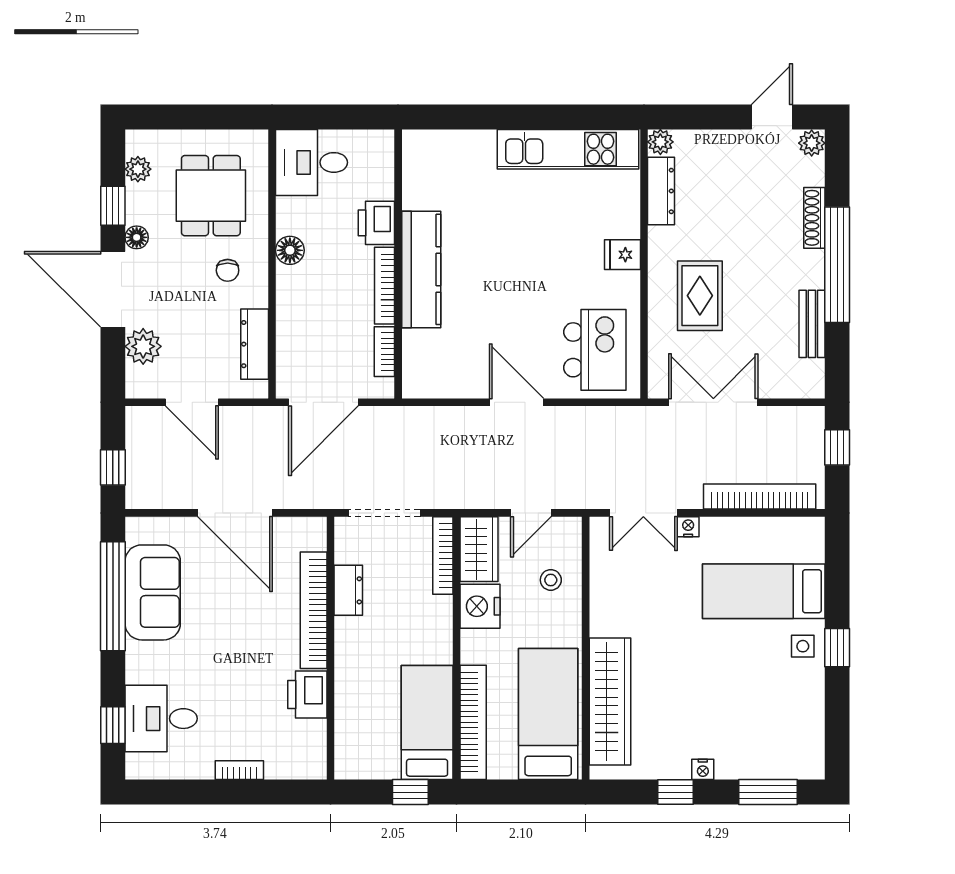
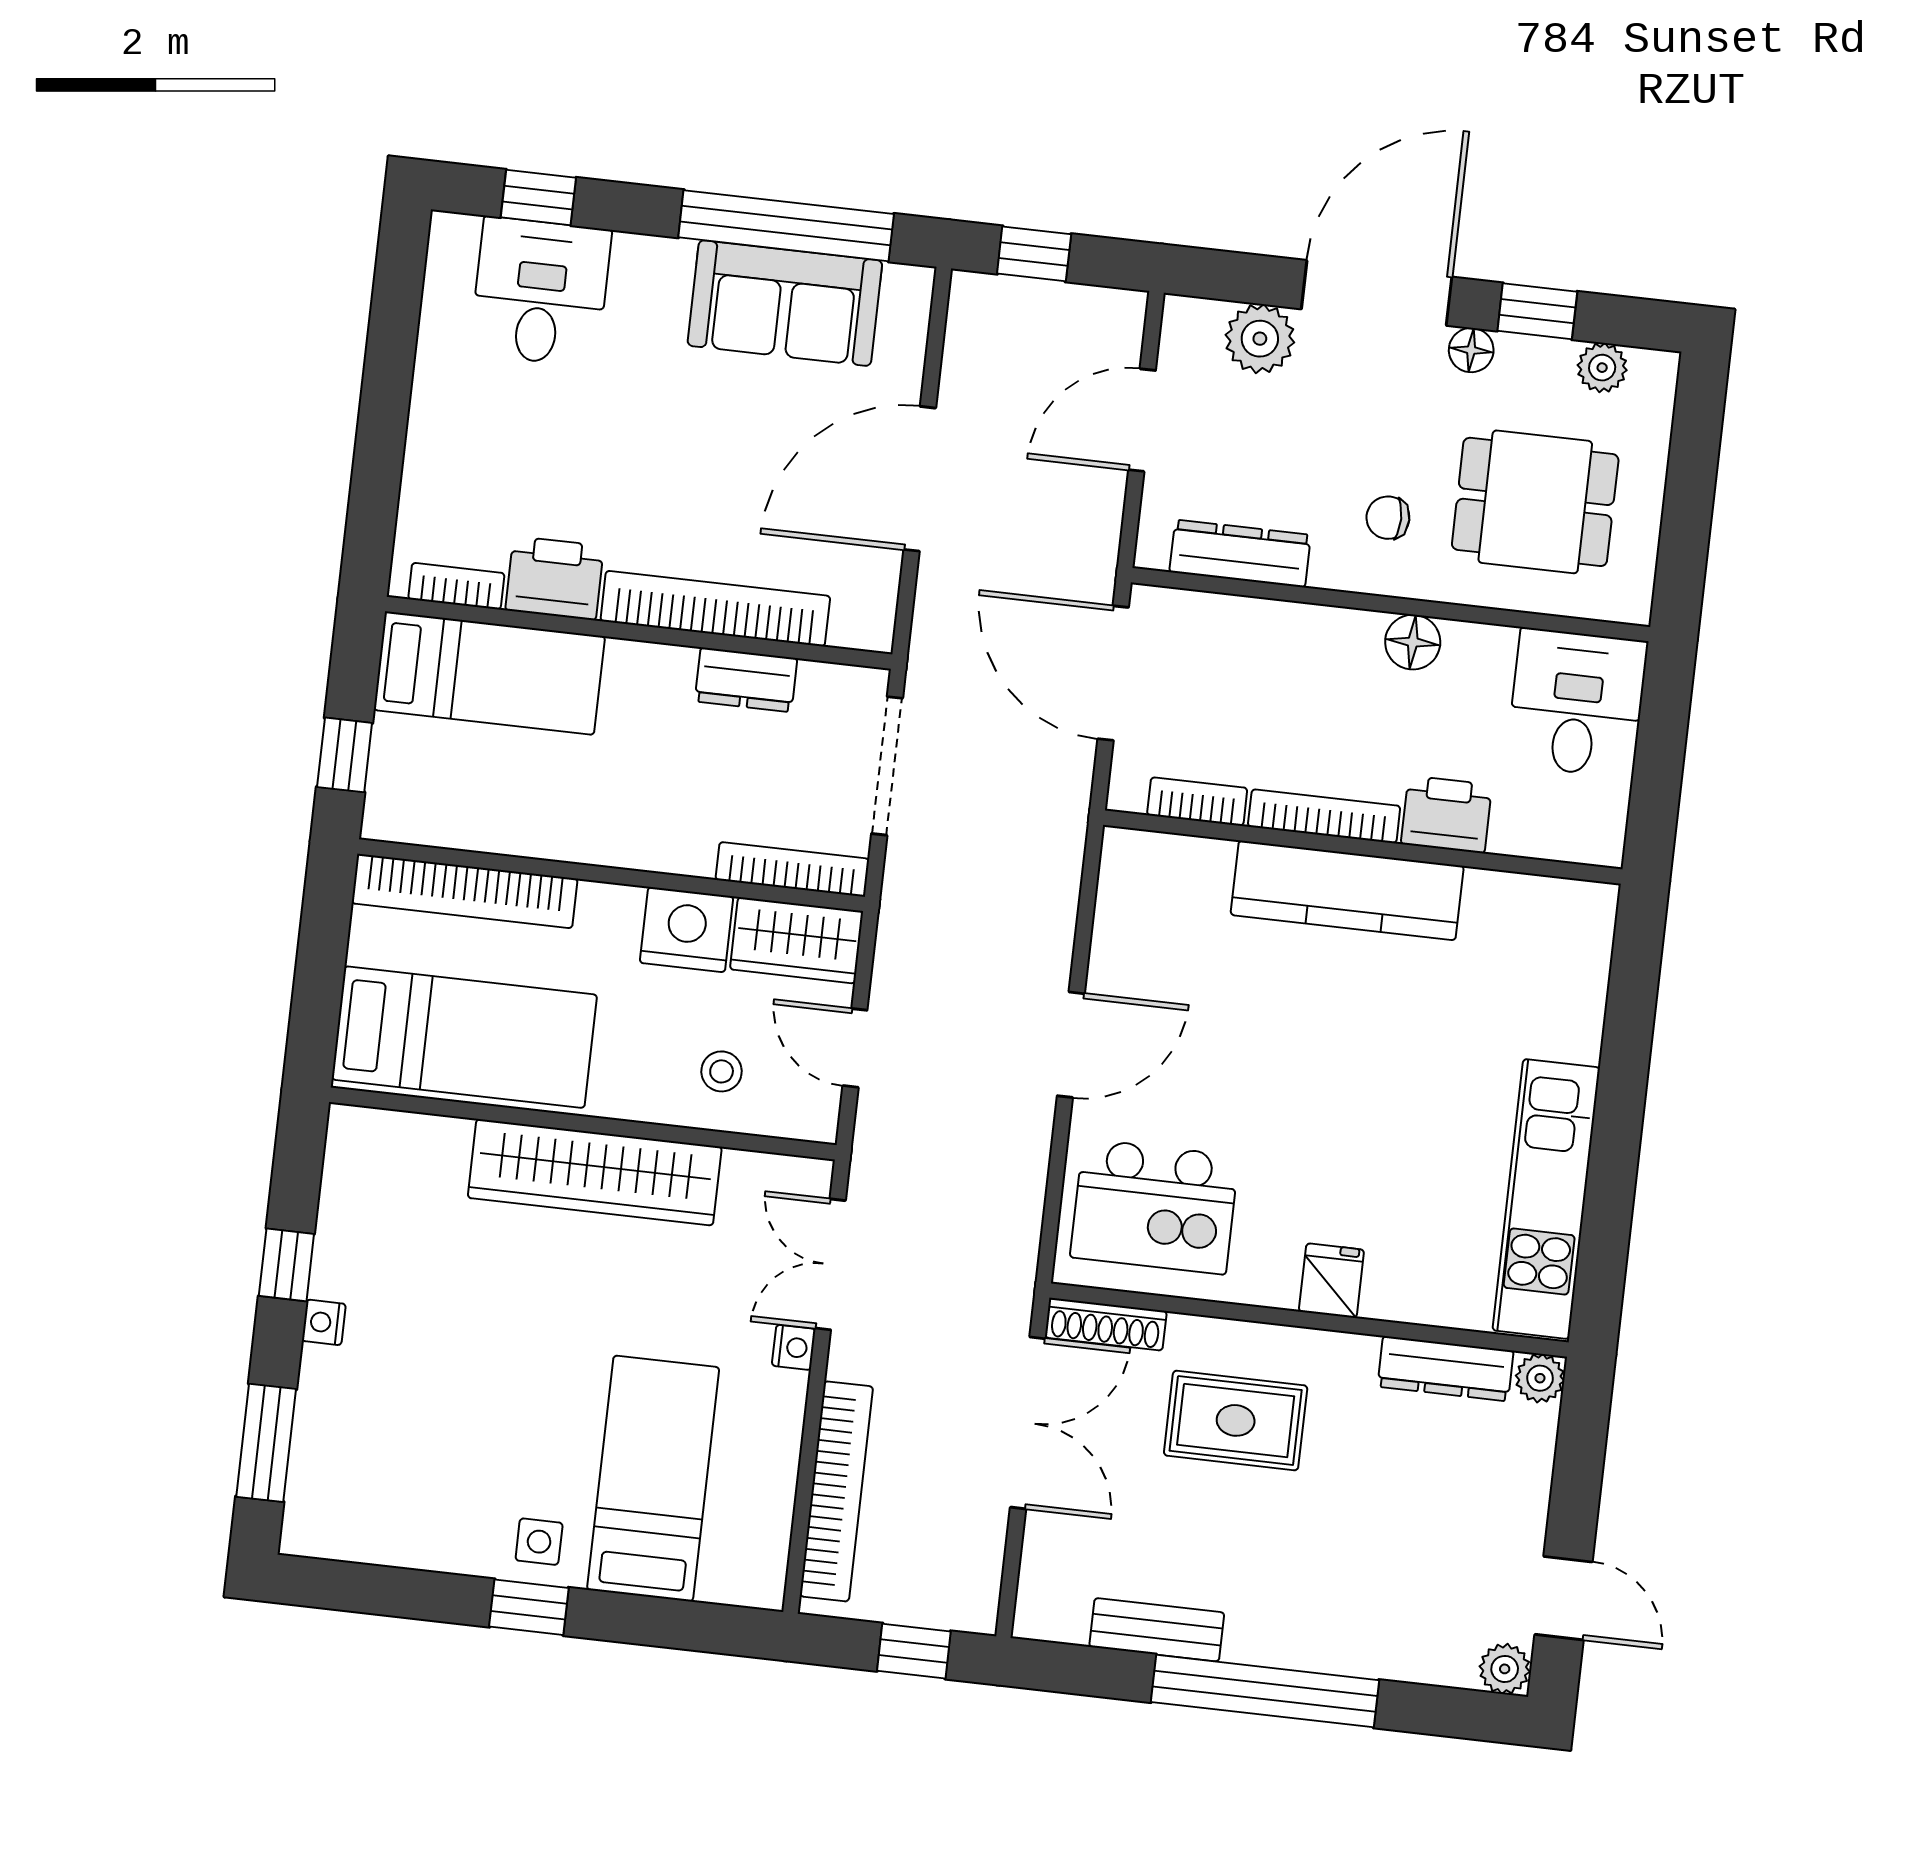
shoe rack: (814, 218) -> (1106, 1324), moved, turned 180
wardrobe: (610, 701) -> (595, 1172), moved
bed: (427, 722) -> (489, 673), moved
bookcase: (239, 770) -> (456, 586), moved, turned -90

